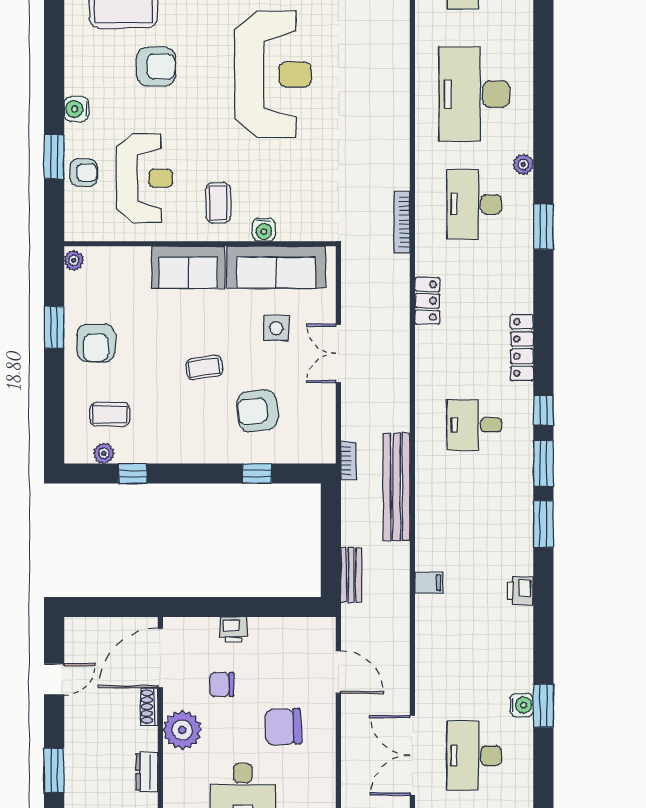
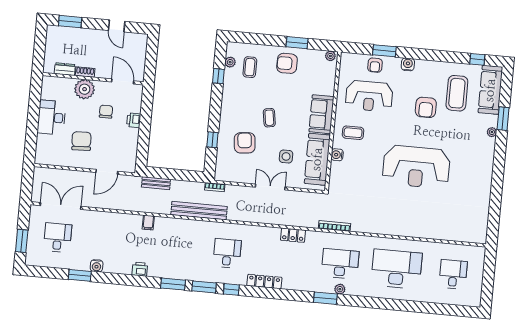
plant: (523, 164) -> (340, 289), moved
door: (160, 658) -> (123, 81), width x0.73
water cooler: (522, 705) -> (97, 266), moved
shoe rack: (149, 707) -> (85, 72), moved
desk: (474, 756) -> (58, 238), width x0.73

